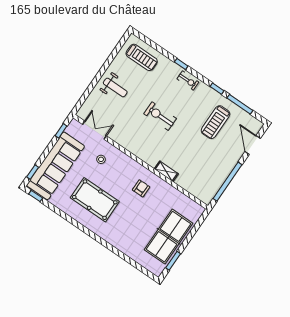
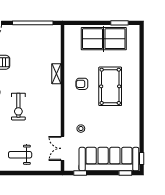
weight bench: (115, 87) -> (20, 155), turned -90
pool table: (95, 200) -> (110, 86), moved

